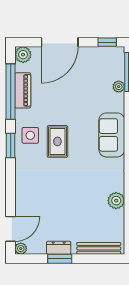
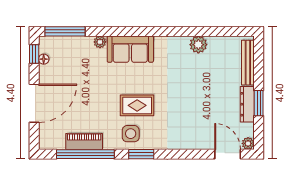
door: (60, 42) -> (34, 103), hinge flipped
floor lamp: (102, 51) -> (44, 59), added
plant: (23, 55) -> (47, 141), removed
plant: (119, 87) -> (100, 42), moved
dresser: (59, 248) -> (247, 104), width x1.44

